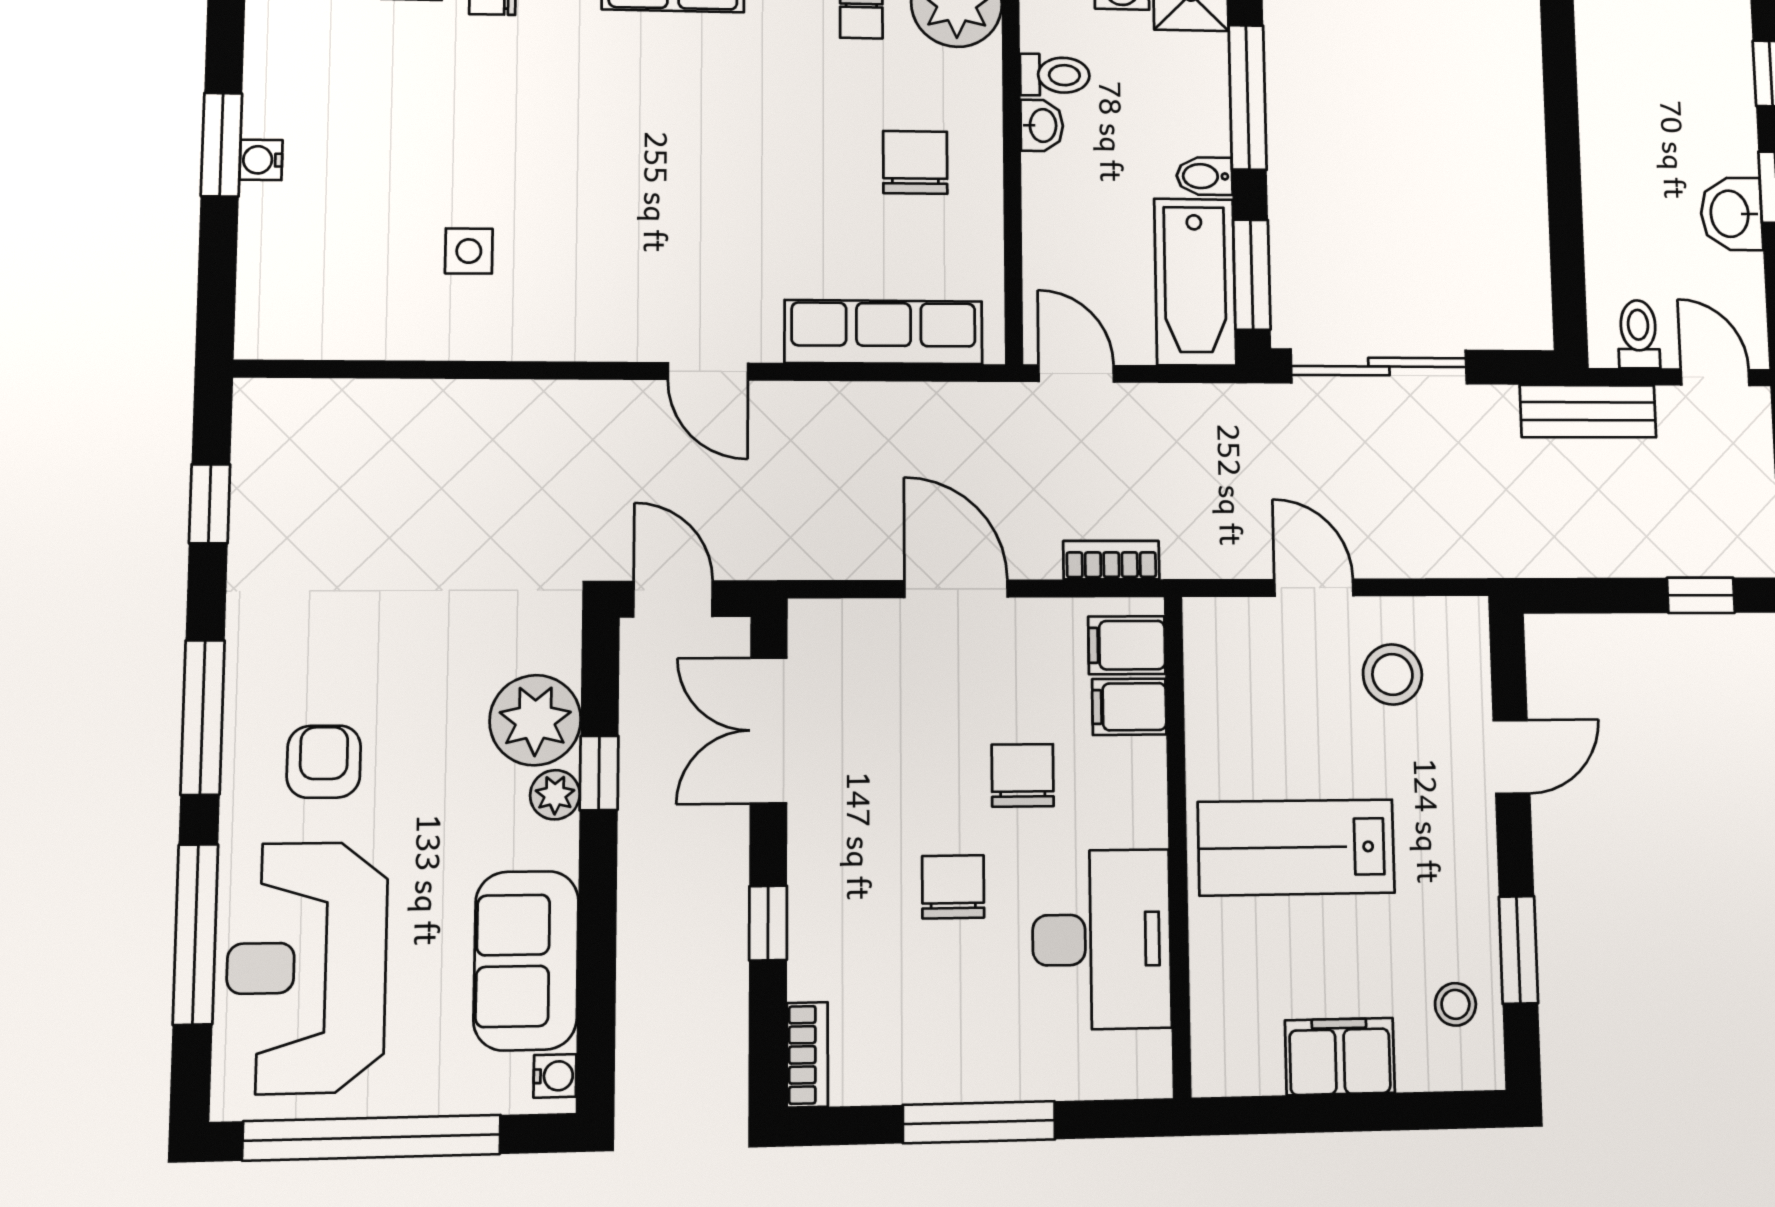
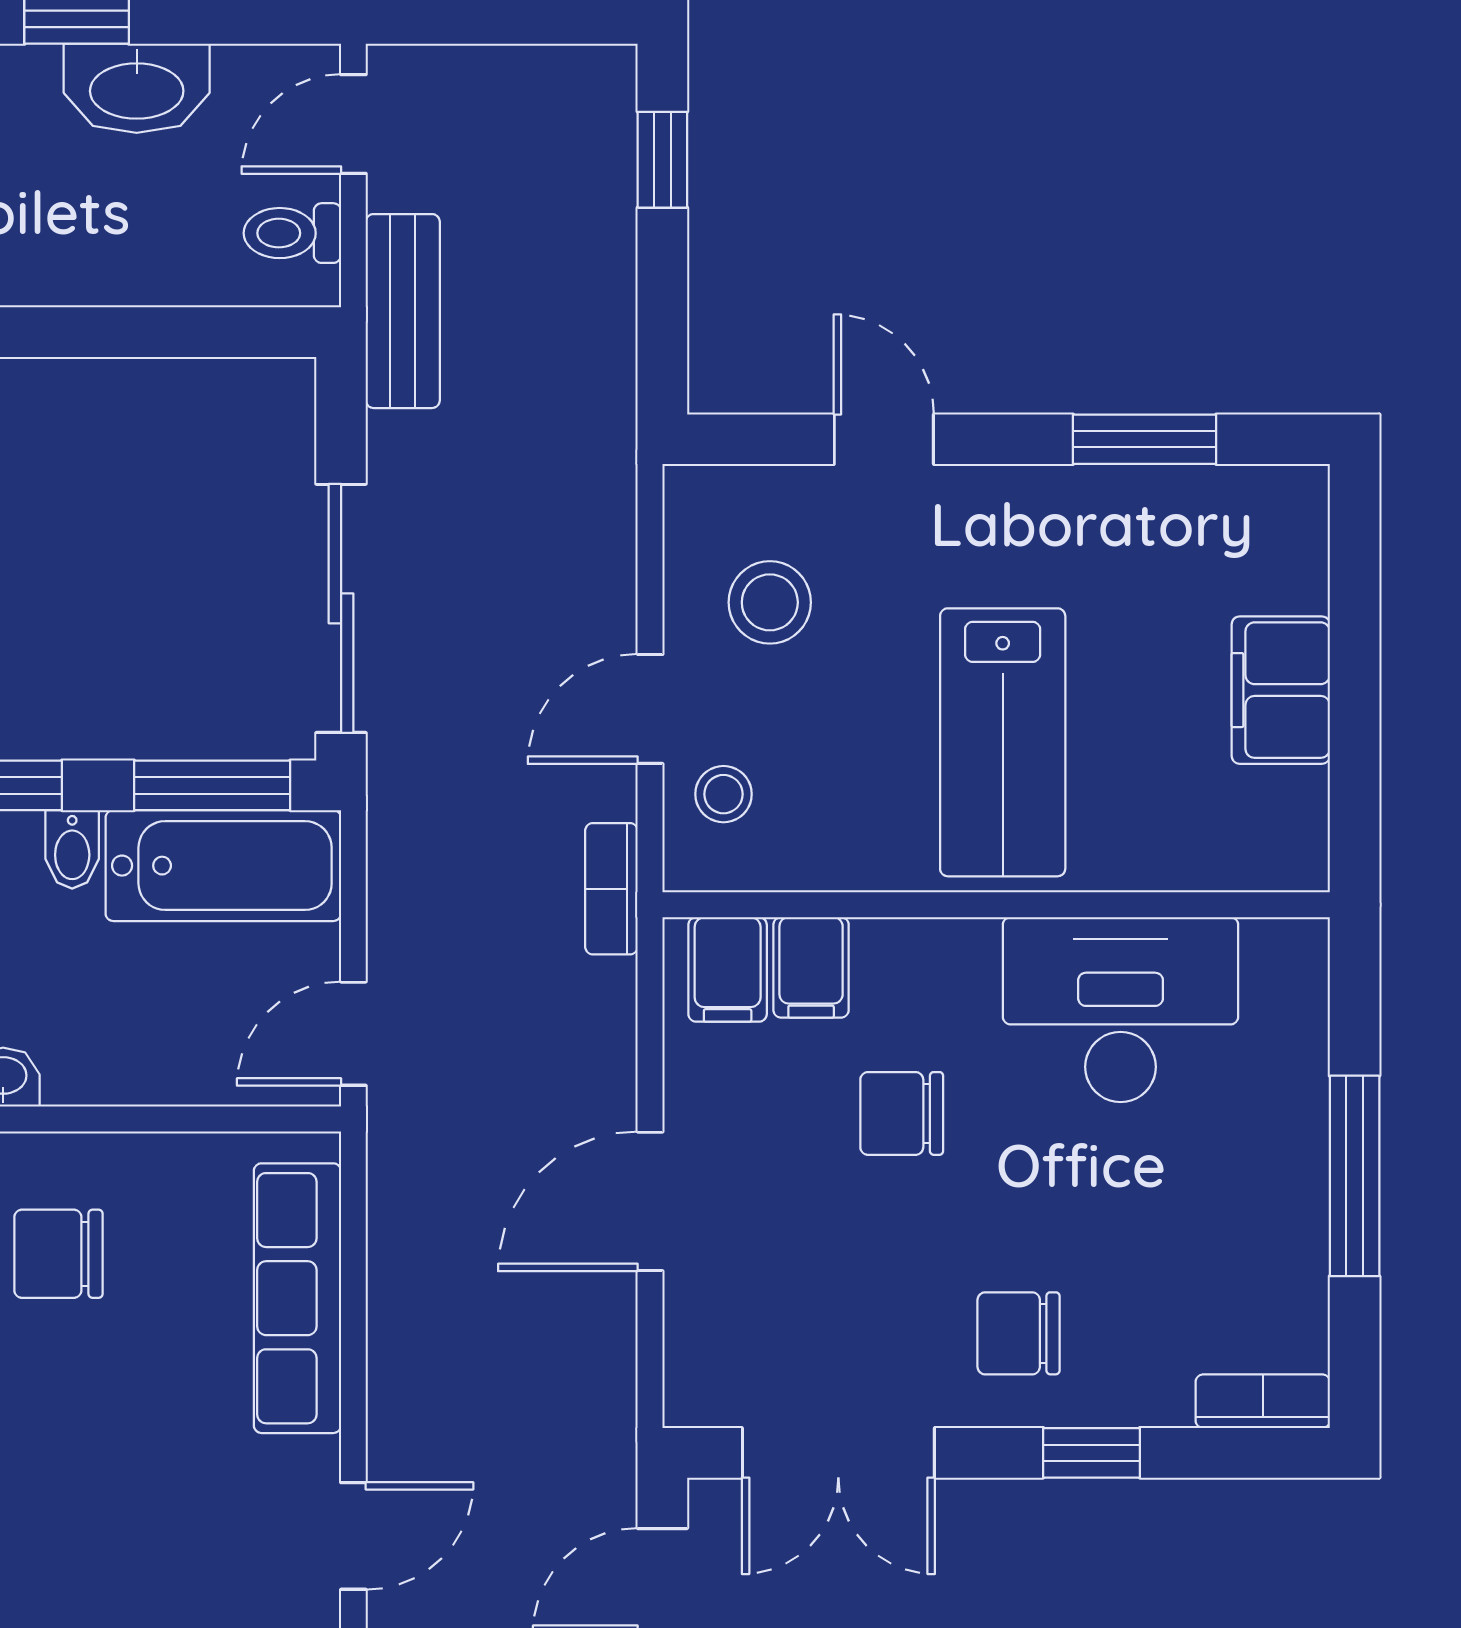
washbasin: (1731, 214) -> (137, 88), width x1.38
bookcase: (1111, 560) -> (611, 889), moved
chair: (953, 887) -> (1019, 1333), moved
stool: (1455, 1004) -> (723, 794), moved

